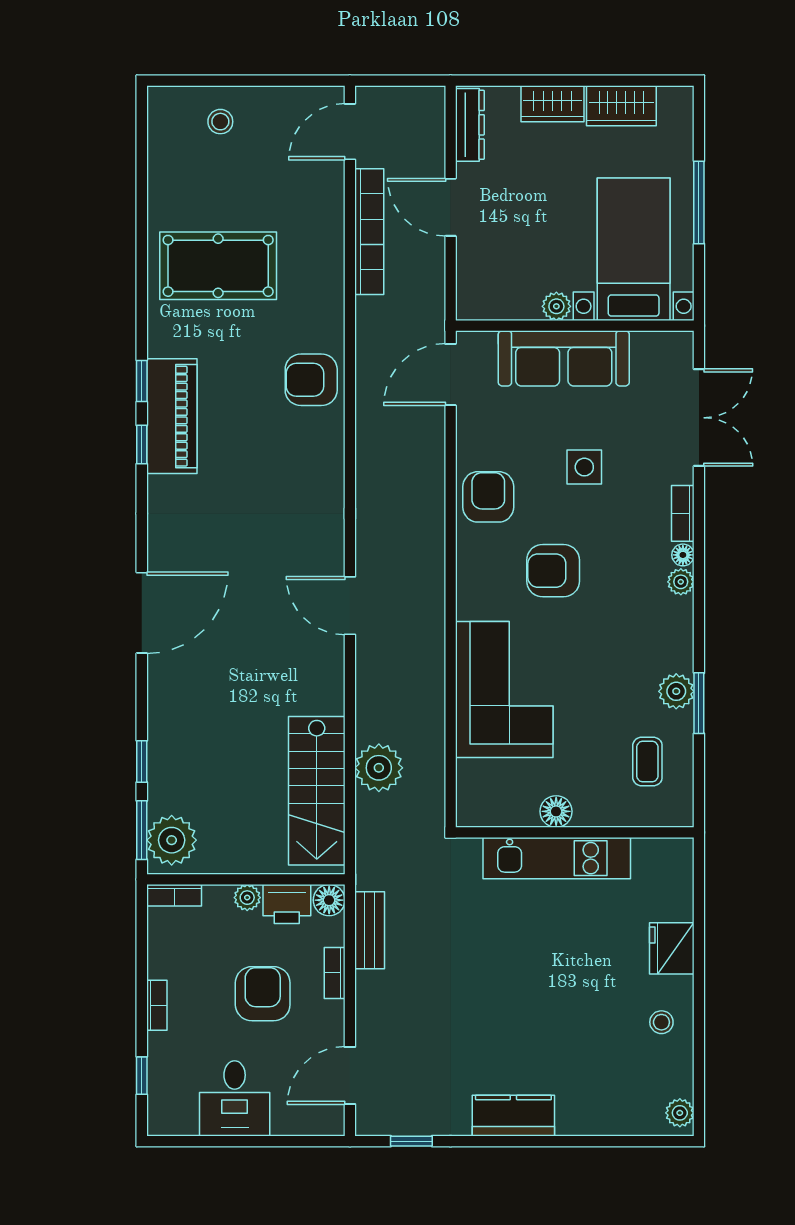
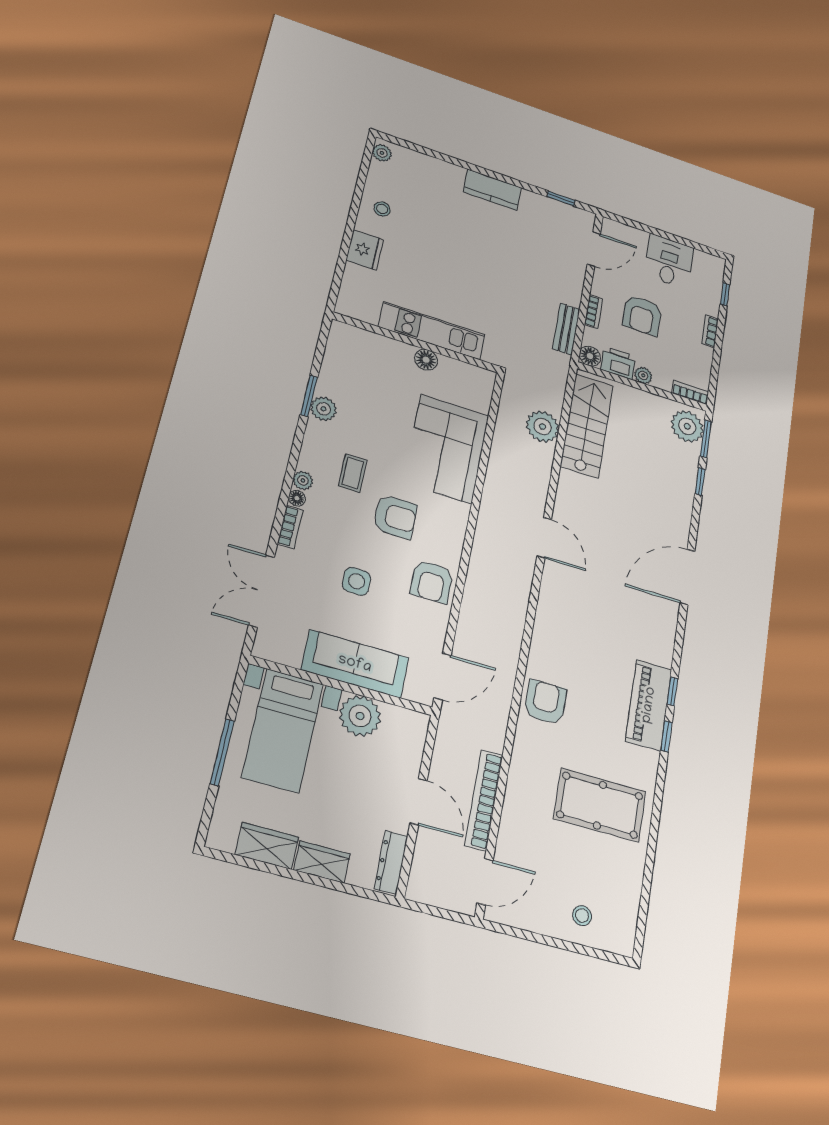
plant: (556, 306) -> (360, 716), width x1.87, depth x1.87
armchair: (311, 380) -> (545, 702), turned -90
coffee table: (647, 762) -> (353, 473), moved

